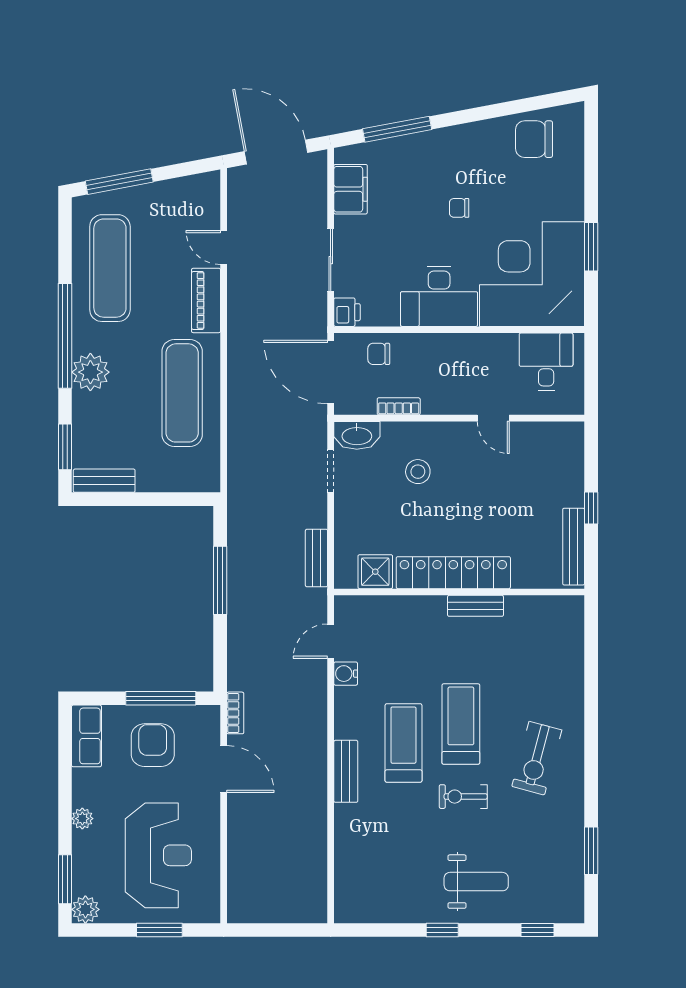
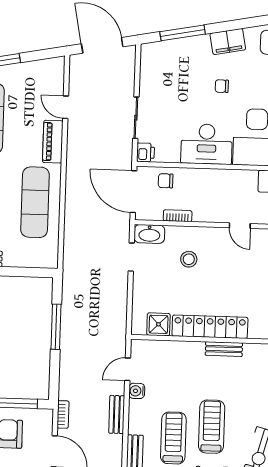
filing cabinet: (351, 189) -> (228, 41), moved, turned 79
bench: (316, 558) -> (117, 414), moved

